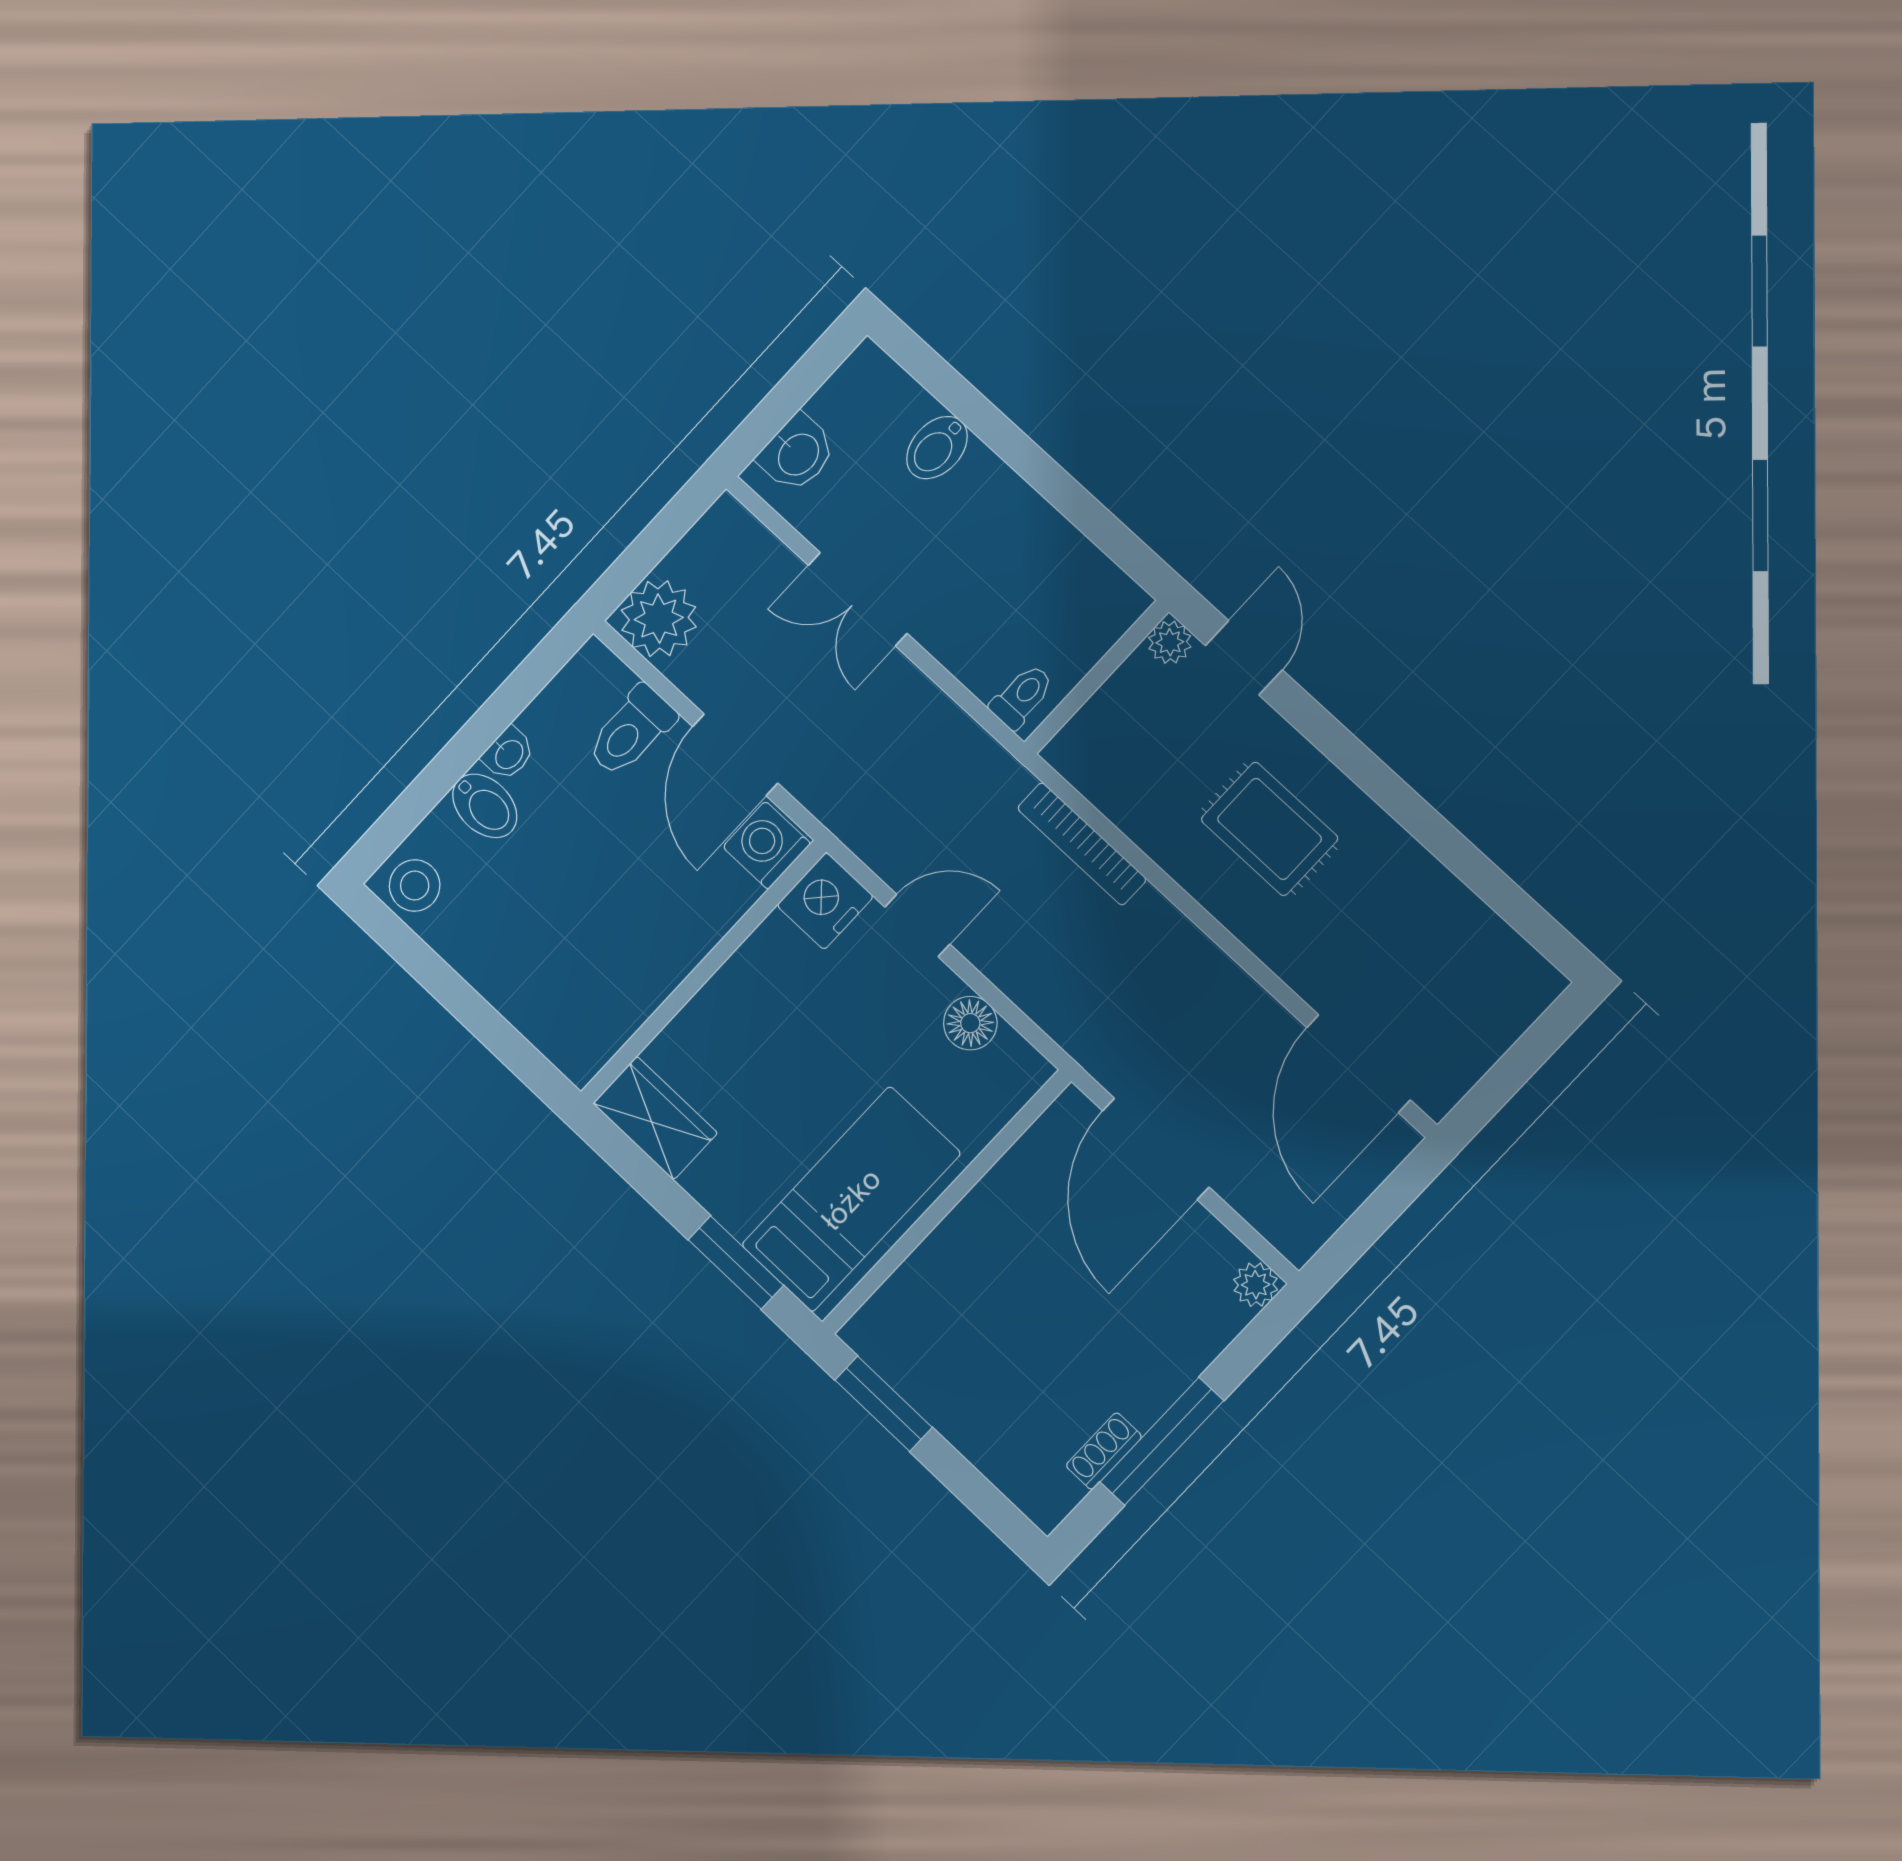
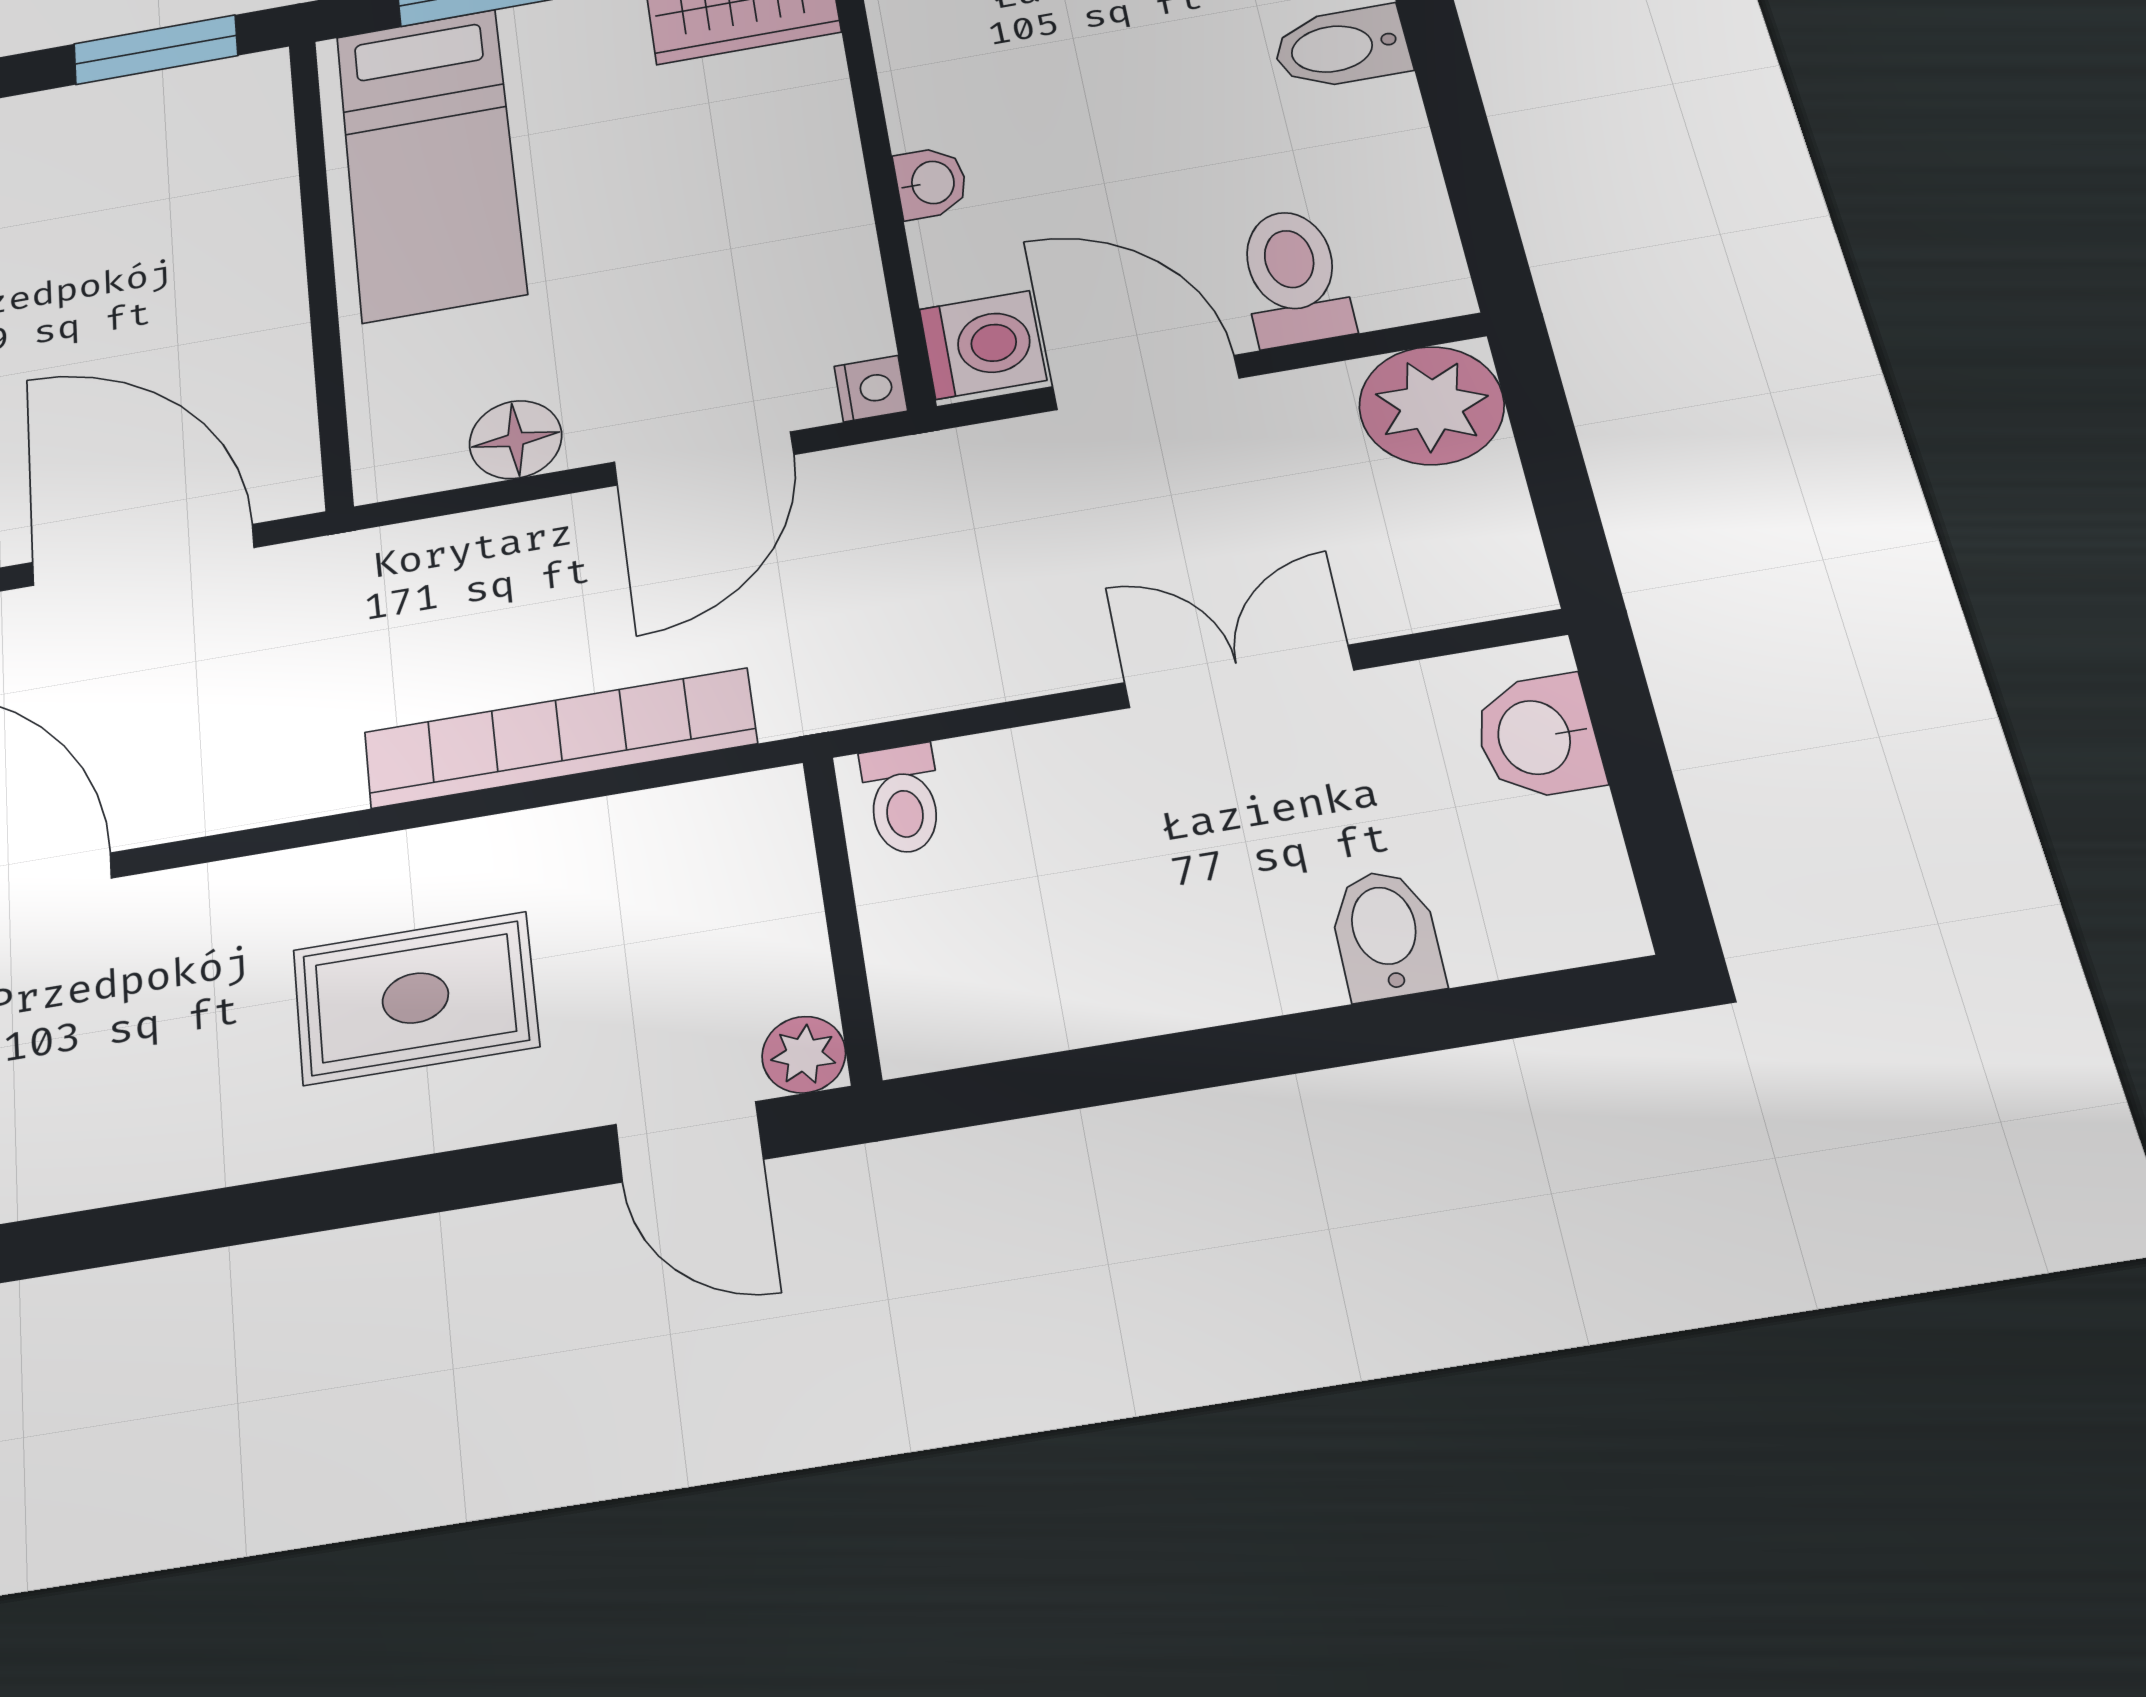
washbasin: (508, 754) -> (931, 183), moved, turned 180
bookcase: (1082, 844) -> (560, 738), width x1.48, depth x1.31
nightstand: (825, 901) -> (871, 389), width x0.53, depth x0.56
door: (917, 926) -> (704, 458), width x1.38

